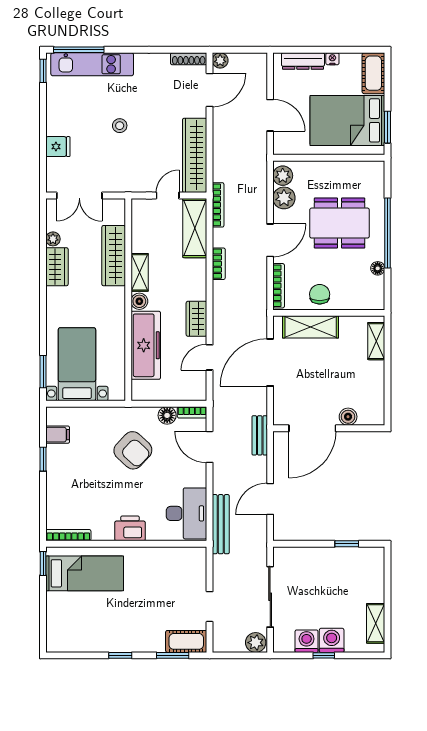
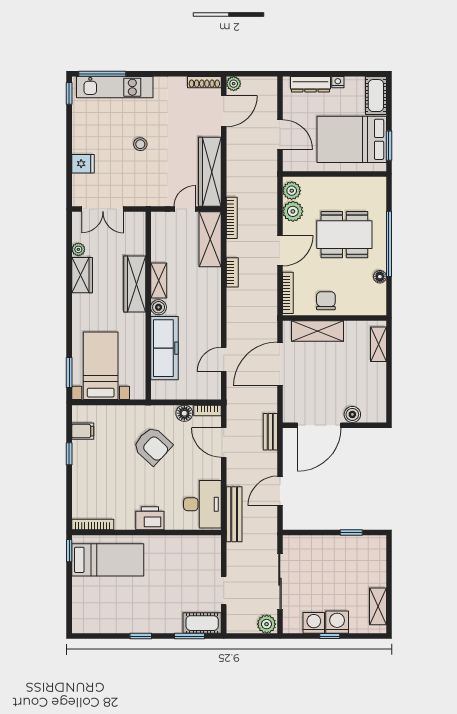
wardrobe: (114, 256) -> (135, 284), moved
wardrobe: (196, 319) -> (212, 324), removed

